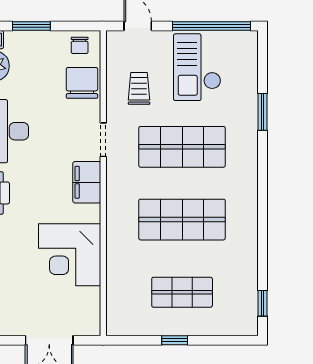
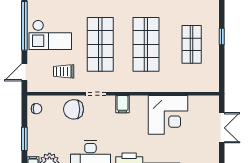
chair: (82, 83) -> (74, 109), moved
filing cabinet: (87, 182) -> (123, 104), width x0.50
window: (175, 340) -> (222, 36), moved

